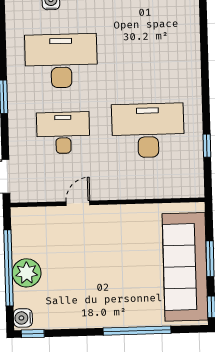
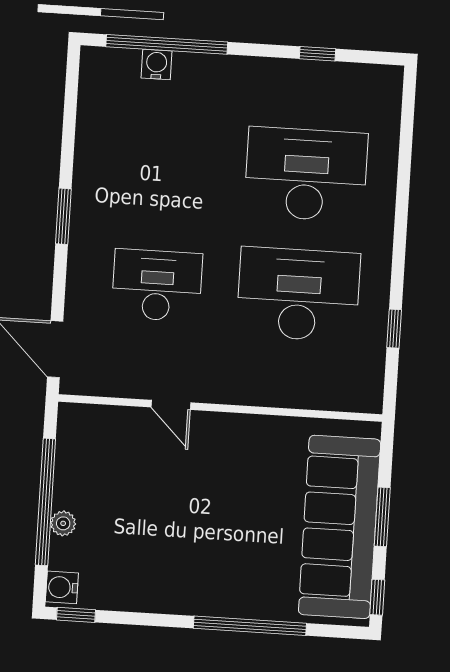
desk: (61, 61) -> (306, 174), moved
door: (78, 203) -> (171, 405), swing flipped
plant: (27, 273) -> (63, 523), width x0.53, depth x0.53

